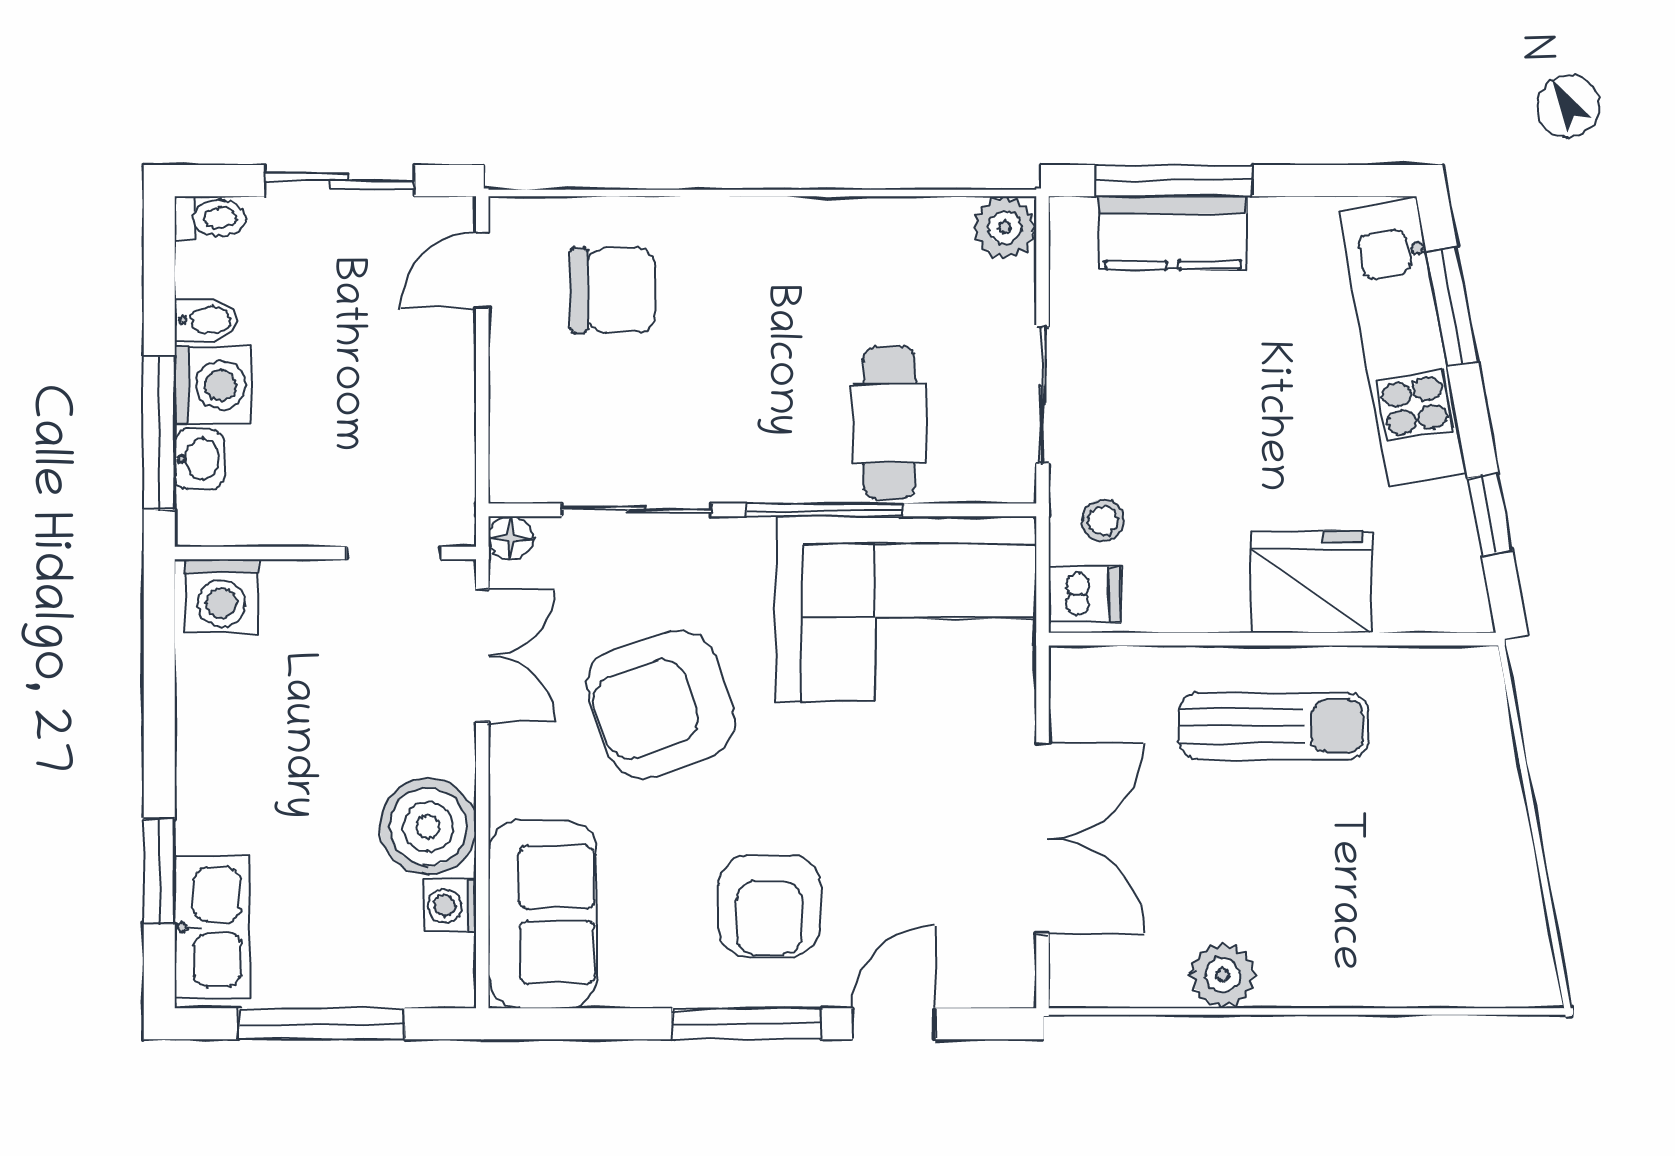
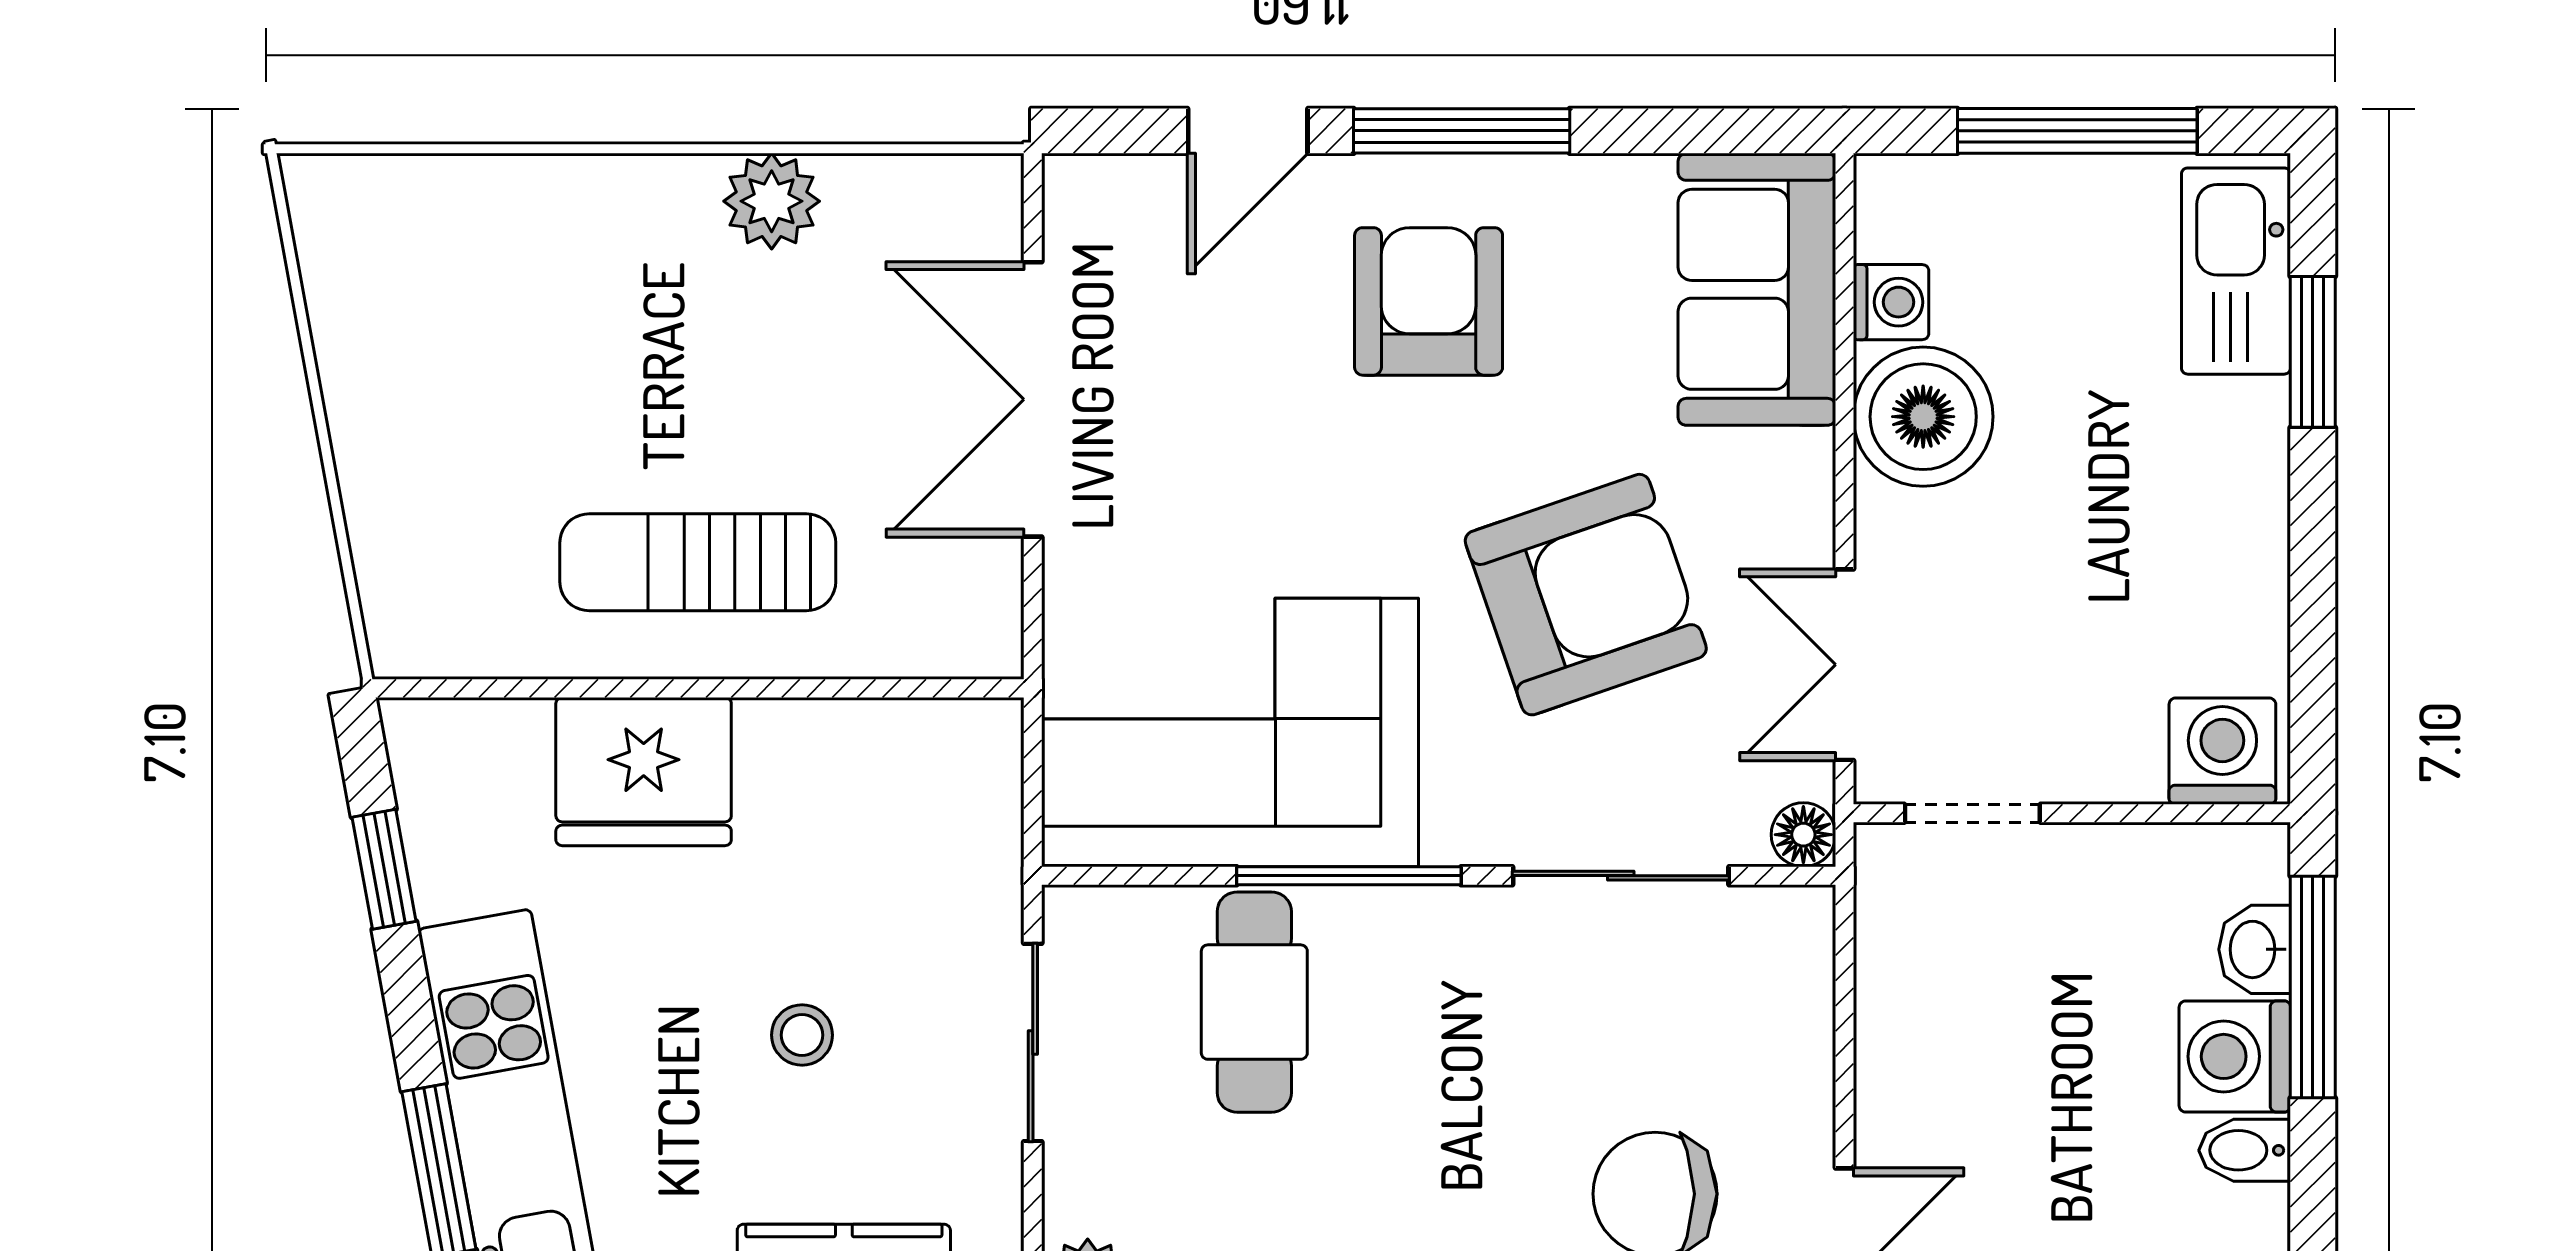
stool: (1103, 520) -> (802, 1035), moved
dishwasher: (1085, 595) -> (971, 753), removed

